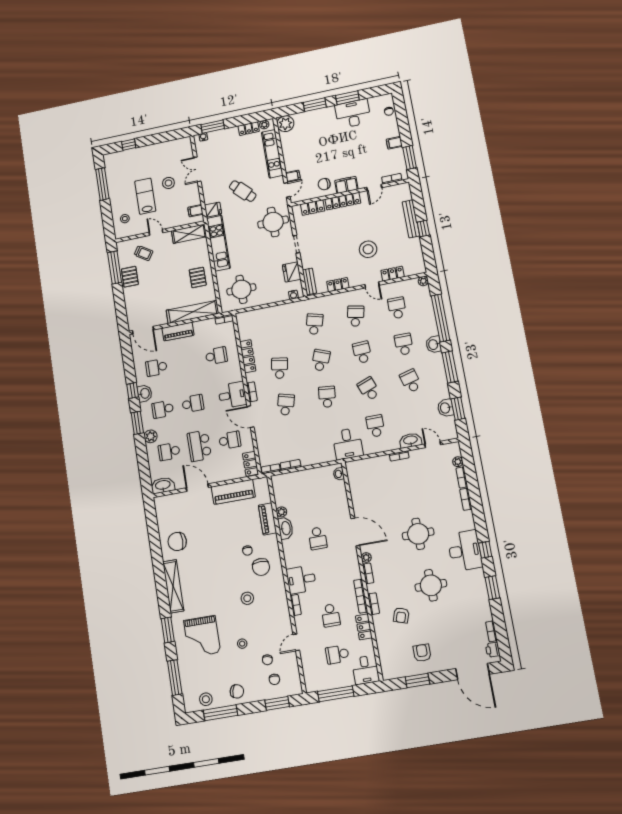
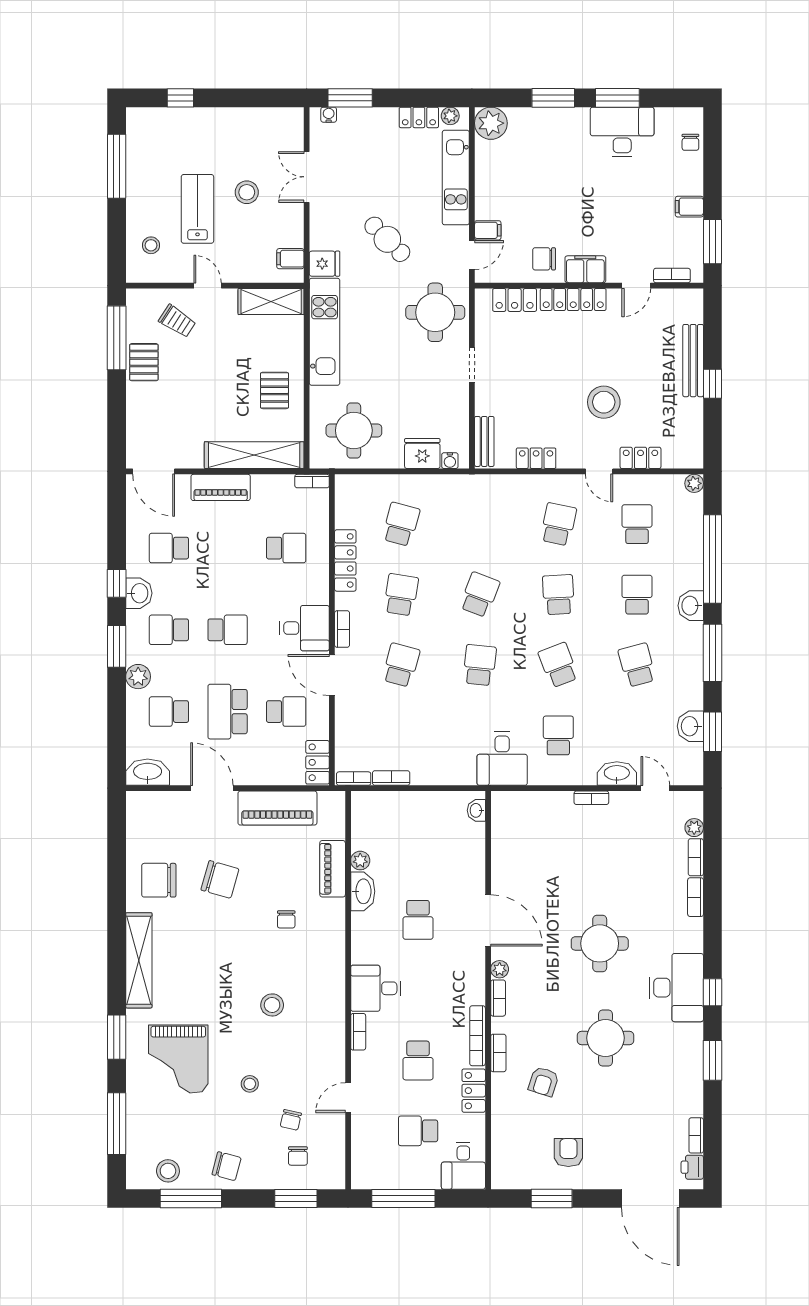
fridge: (292, 272) -> (422, 454), moved, turned 90
school desk: (314, 324) -> (401, 524), moved
chair: (261, 567) -> (220, 879), moved, turned -74

